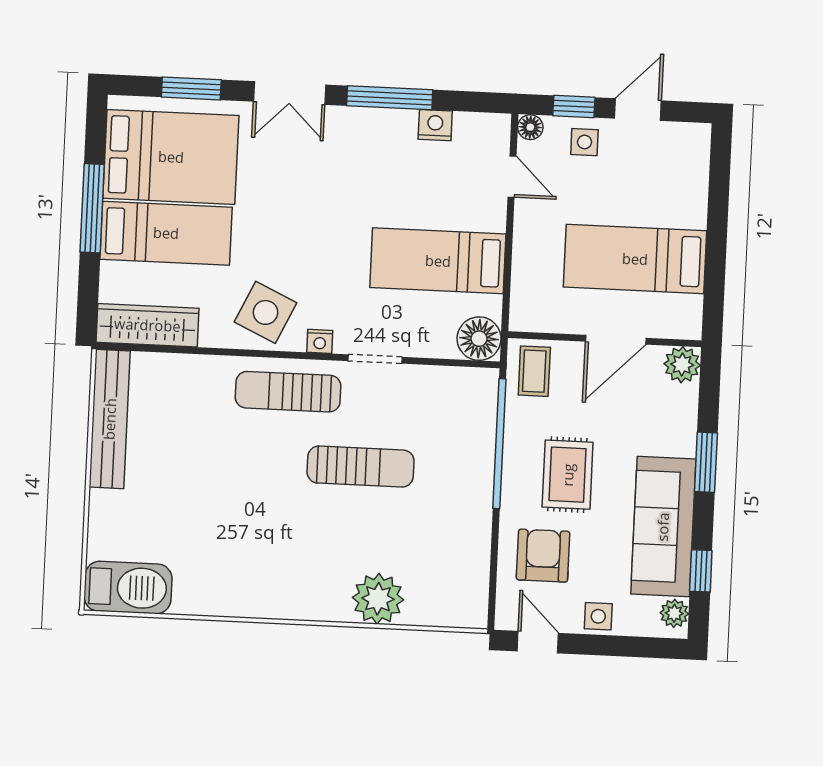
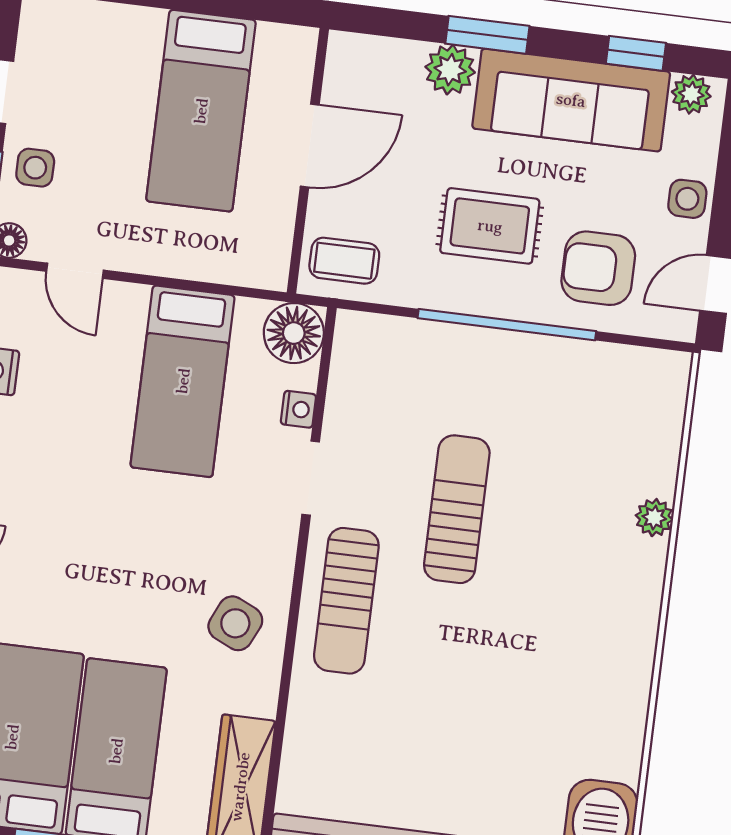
door: (512, 177) -> (75, 271), swing flipped
side table: (266, 312) -> (235, 623), width x0.73, depth x0.73
door: (616, 340) -> (310, 146), hinge flipped
nightstand: (320, 341) -> (298, 409), moved
plant: (682, 365) -> (450, 70), moved
window: (499, 444) -> (507, 325), moved
plant: (378, 599) -> (654, 518), width x0.53, depth x0.53

